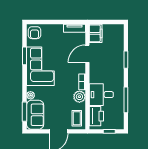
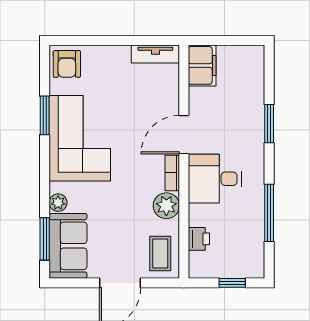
door: (87, 54) -> (184, 135), moved
desk: (101, 95) -> (215, 179), moved
printer: (96, 116) -> (199, 239), width x0.53, depth x0.68

